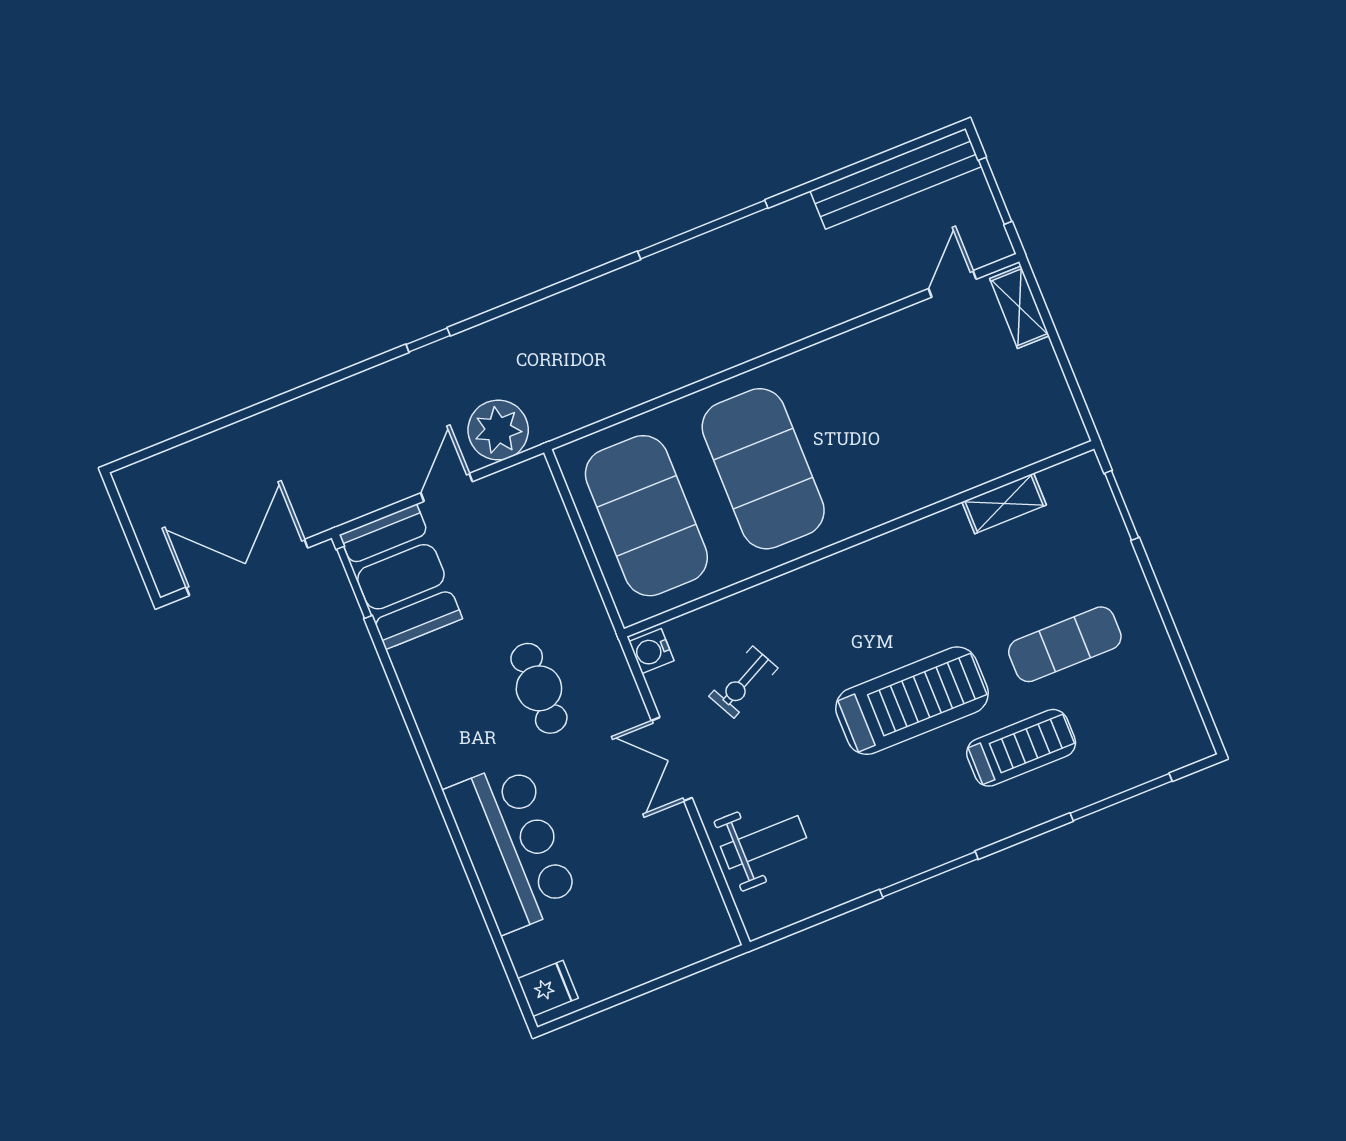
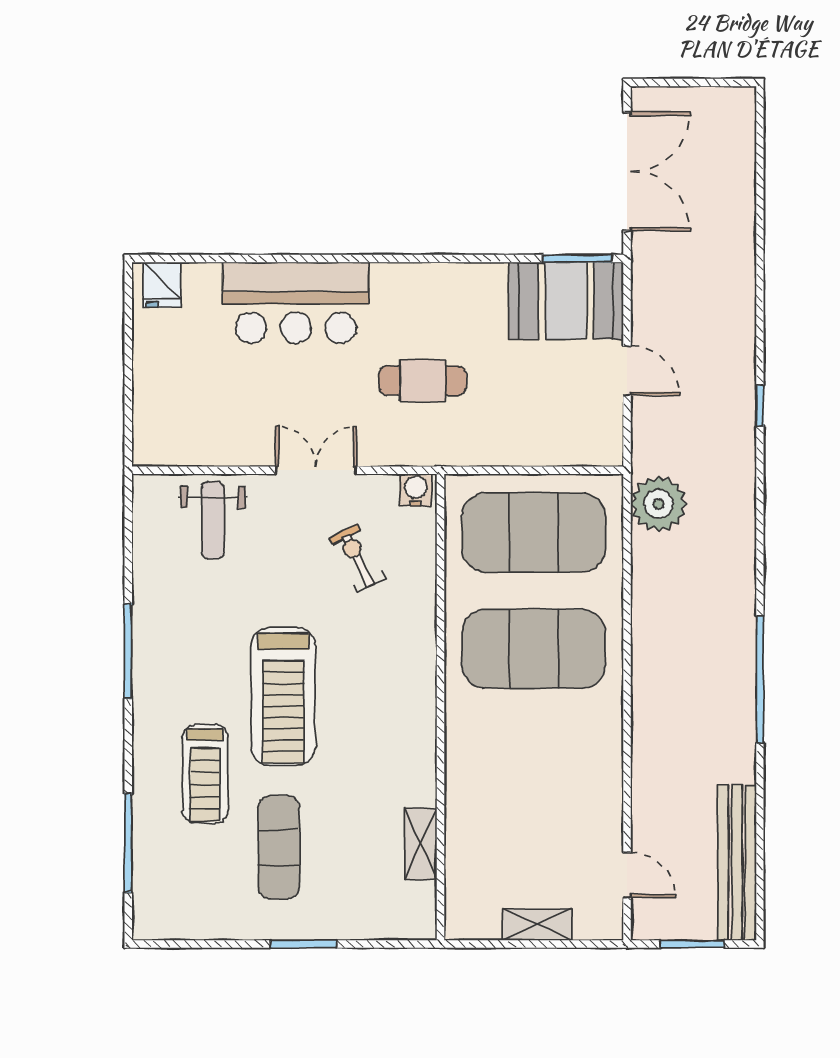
shelving: (1019, 307) -> (537, 925), moved
plant: (498, 430) -> (658, 504), moved
window: (1122, 505) -> (303, 944), moved

